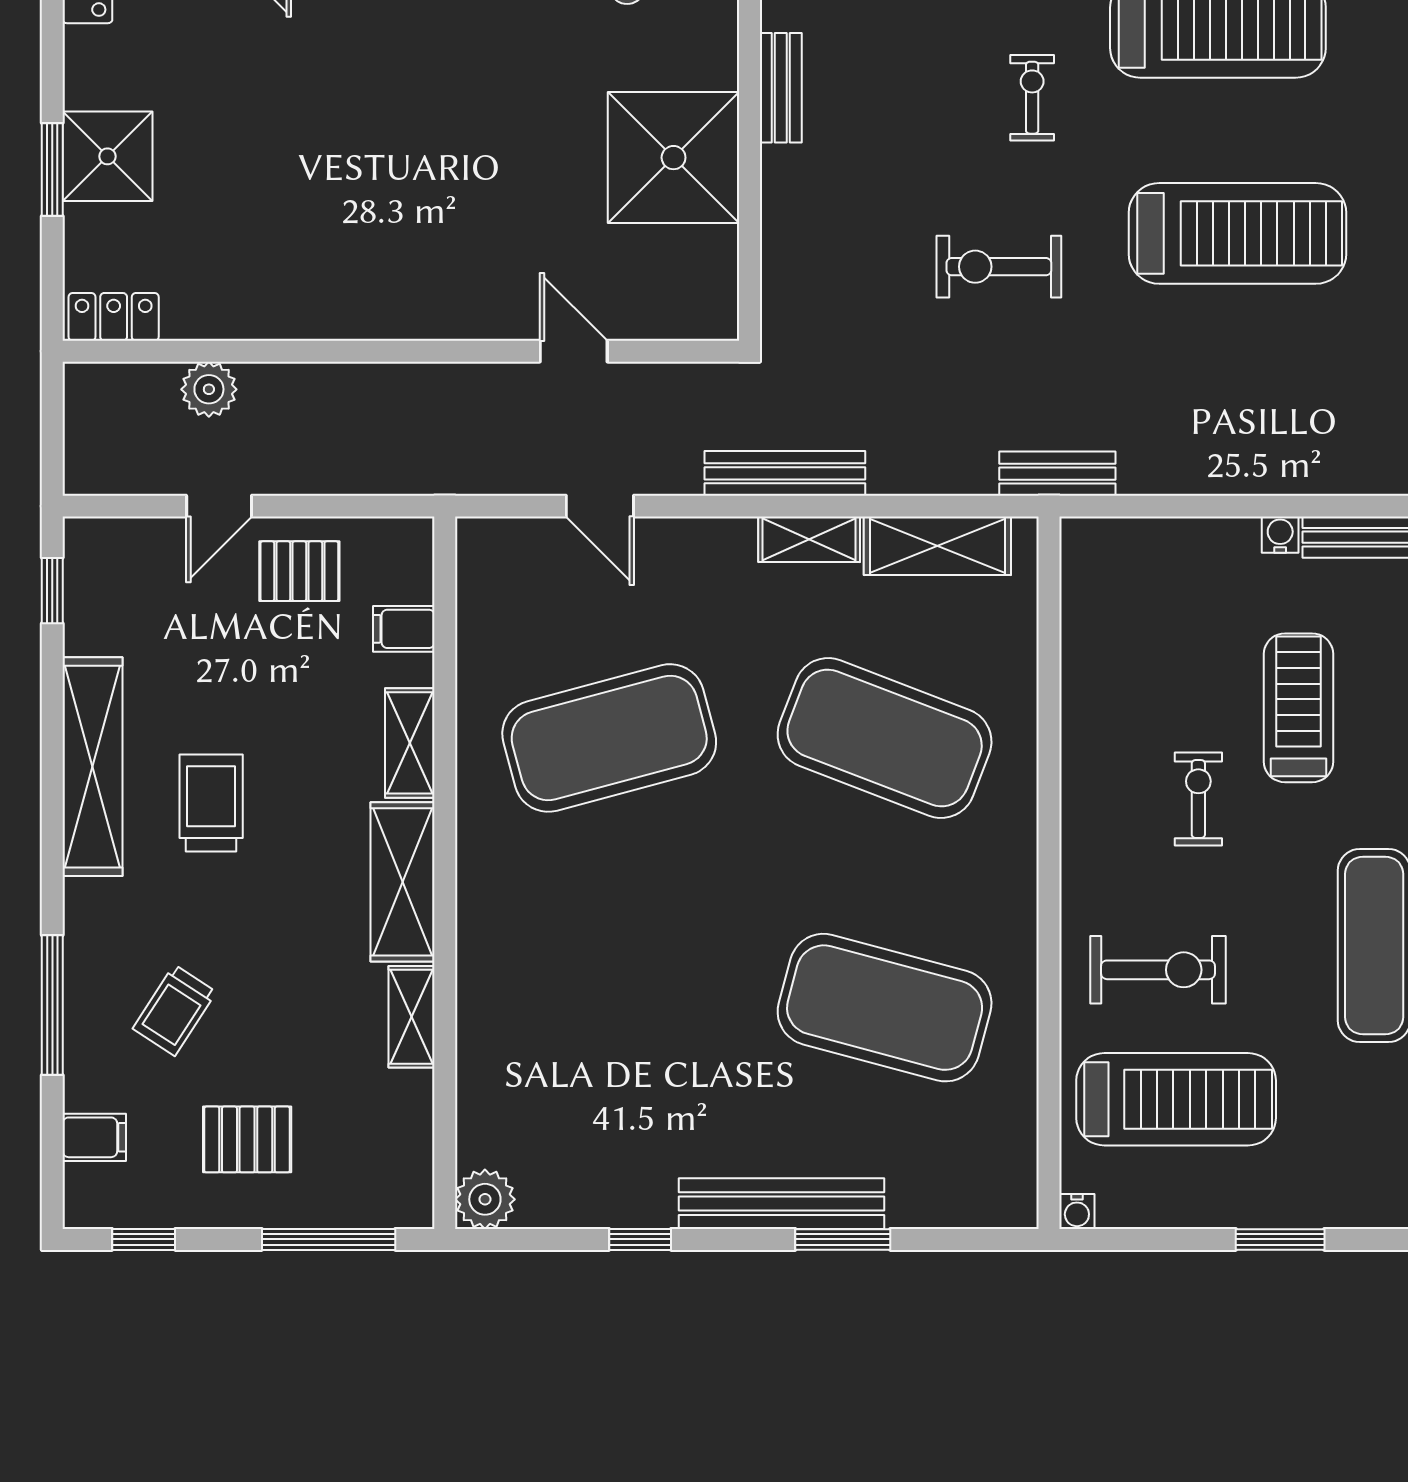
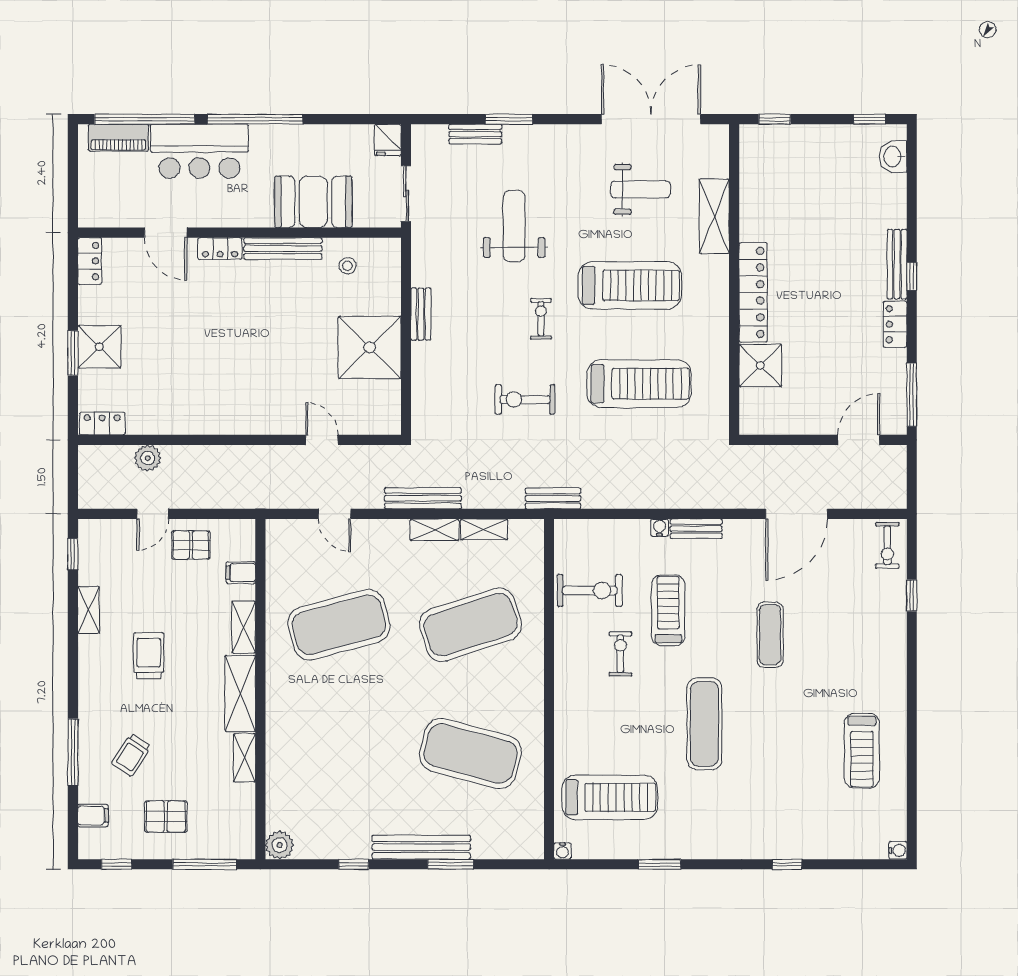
shelving: (937, 546) -> (484, 529), width x0.67, depth x0.75
exercise mat: (885, 738) -> (470, 625), turned -39
shelving: (92, 767) -> (88, 610), width x0.45, depth x0.75
exercise bike: (1158, 970) -> (590, 590), moved

